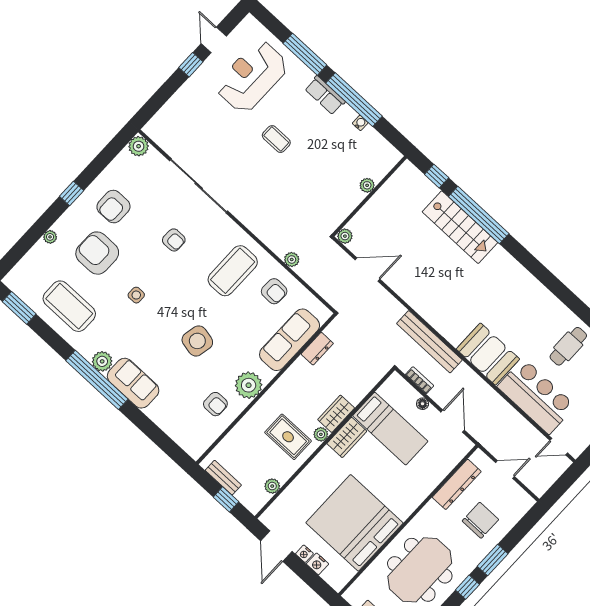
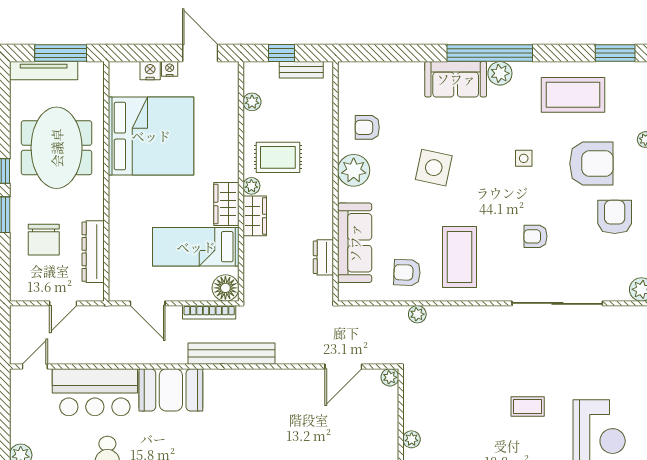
bookcase: (420, 380) -> (209, 312), width x1.56
floor lamp: (423, 404) -> (225, 288), moved, width x1.89, depth x1.89

